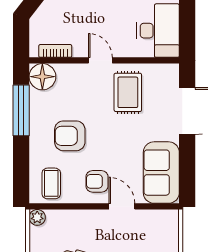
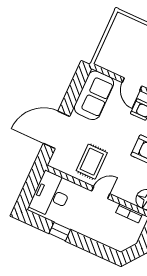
door: (100, 60) -> (101, 192), swing flipped

